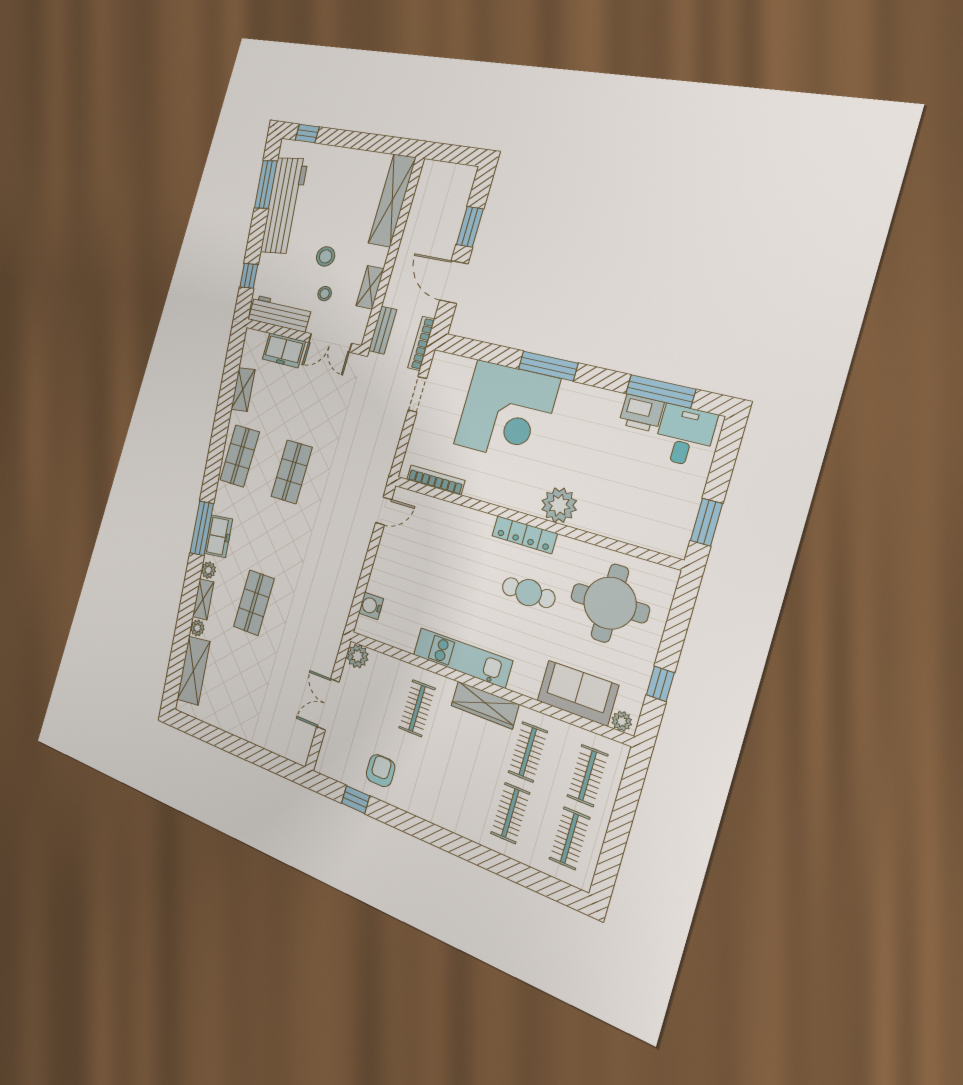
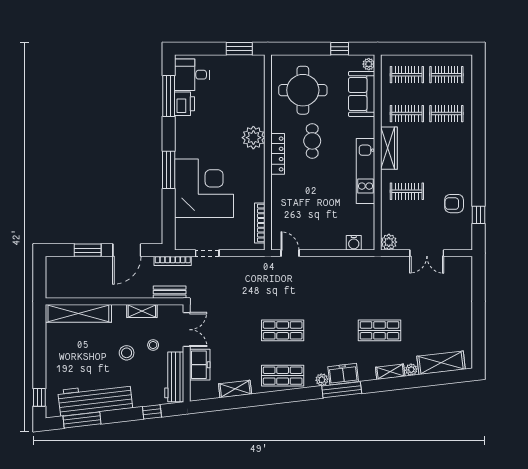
plant: (208, 570) -> (322, 380), moved

